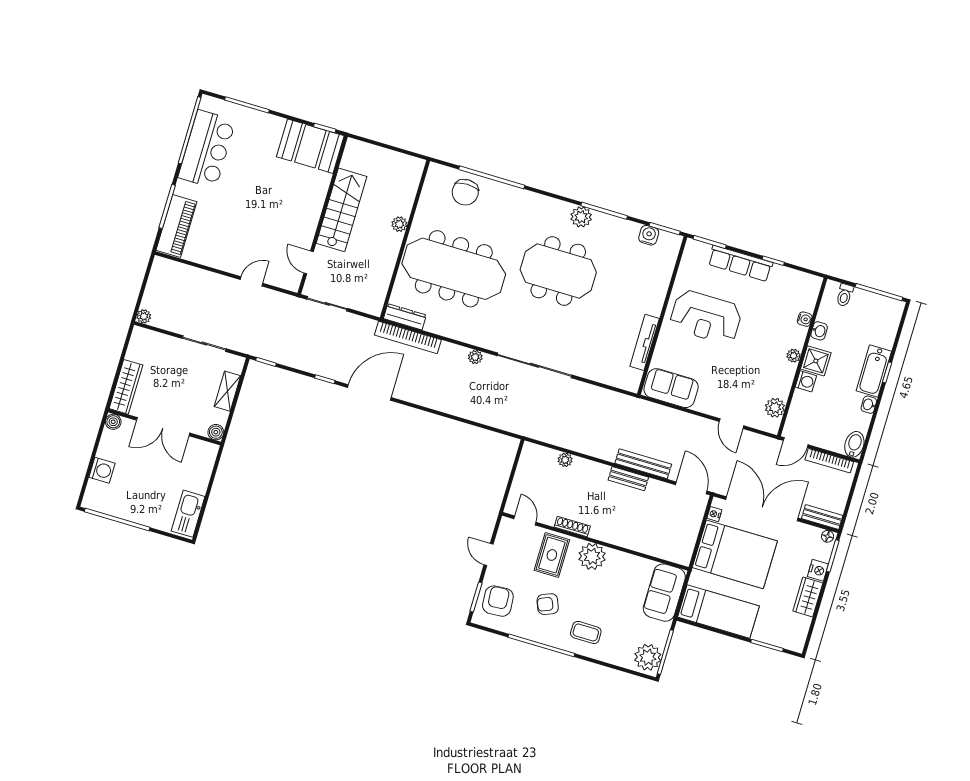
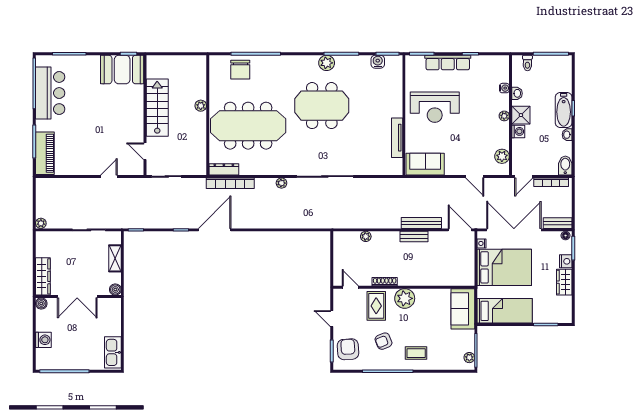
plant: (648, 657) -> (469, 358), width x0.53, depth x0.53

